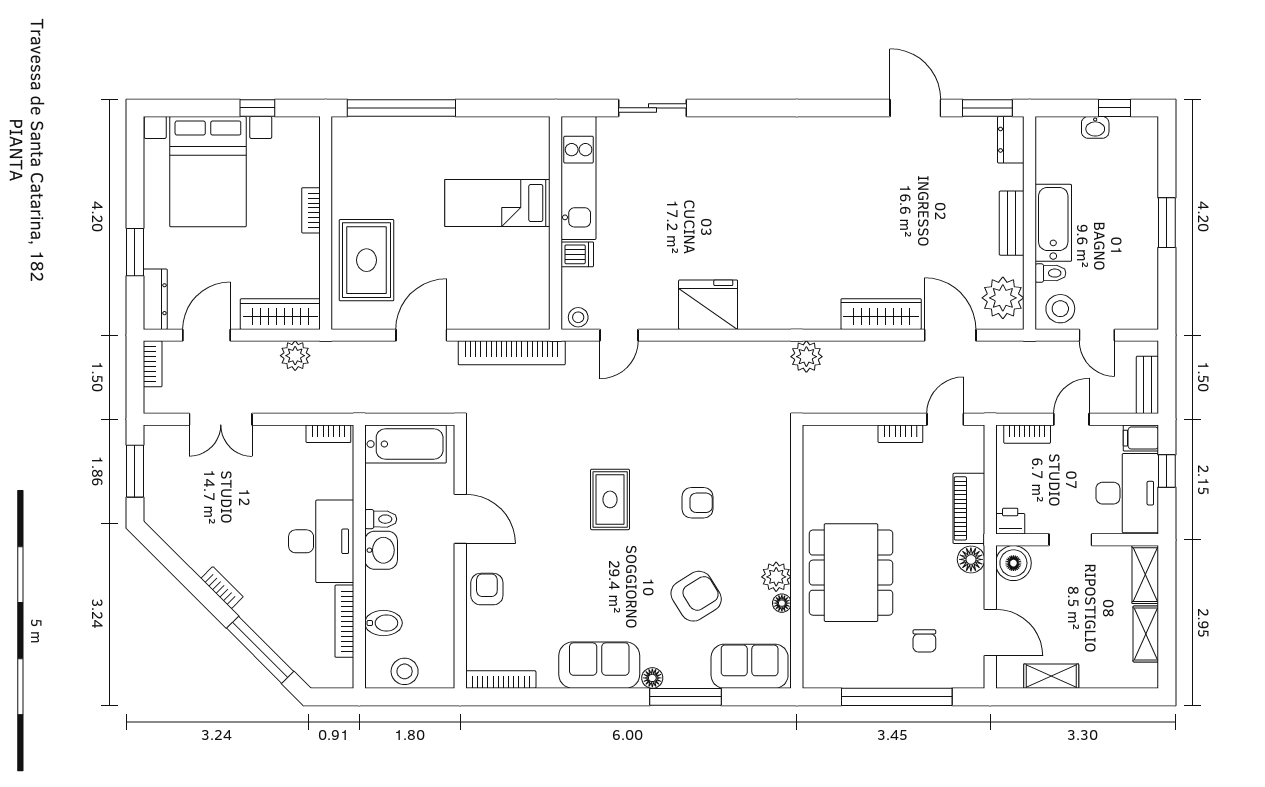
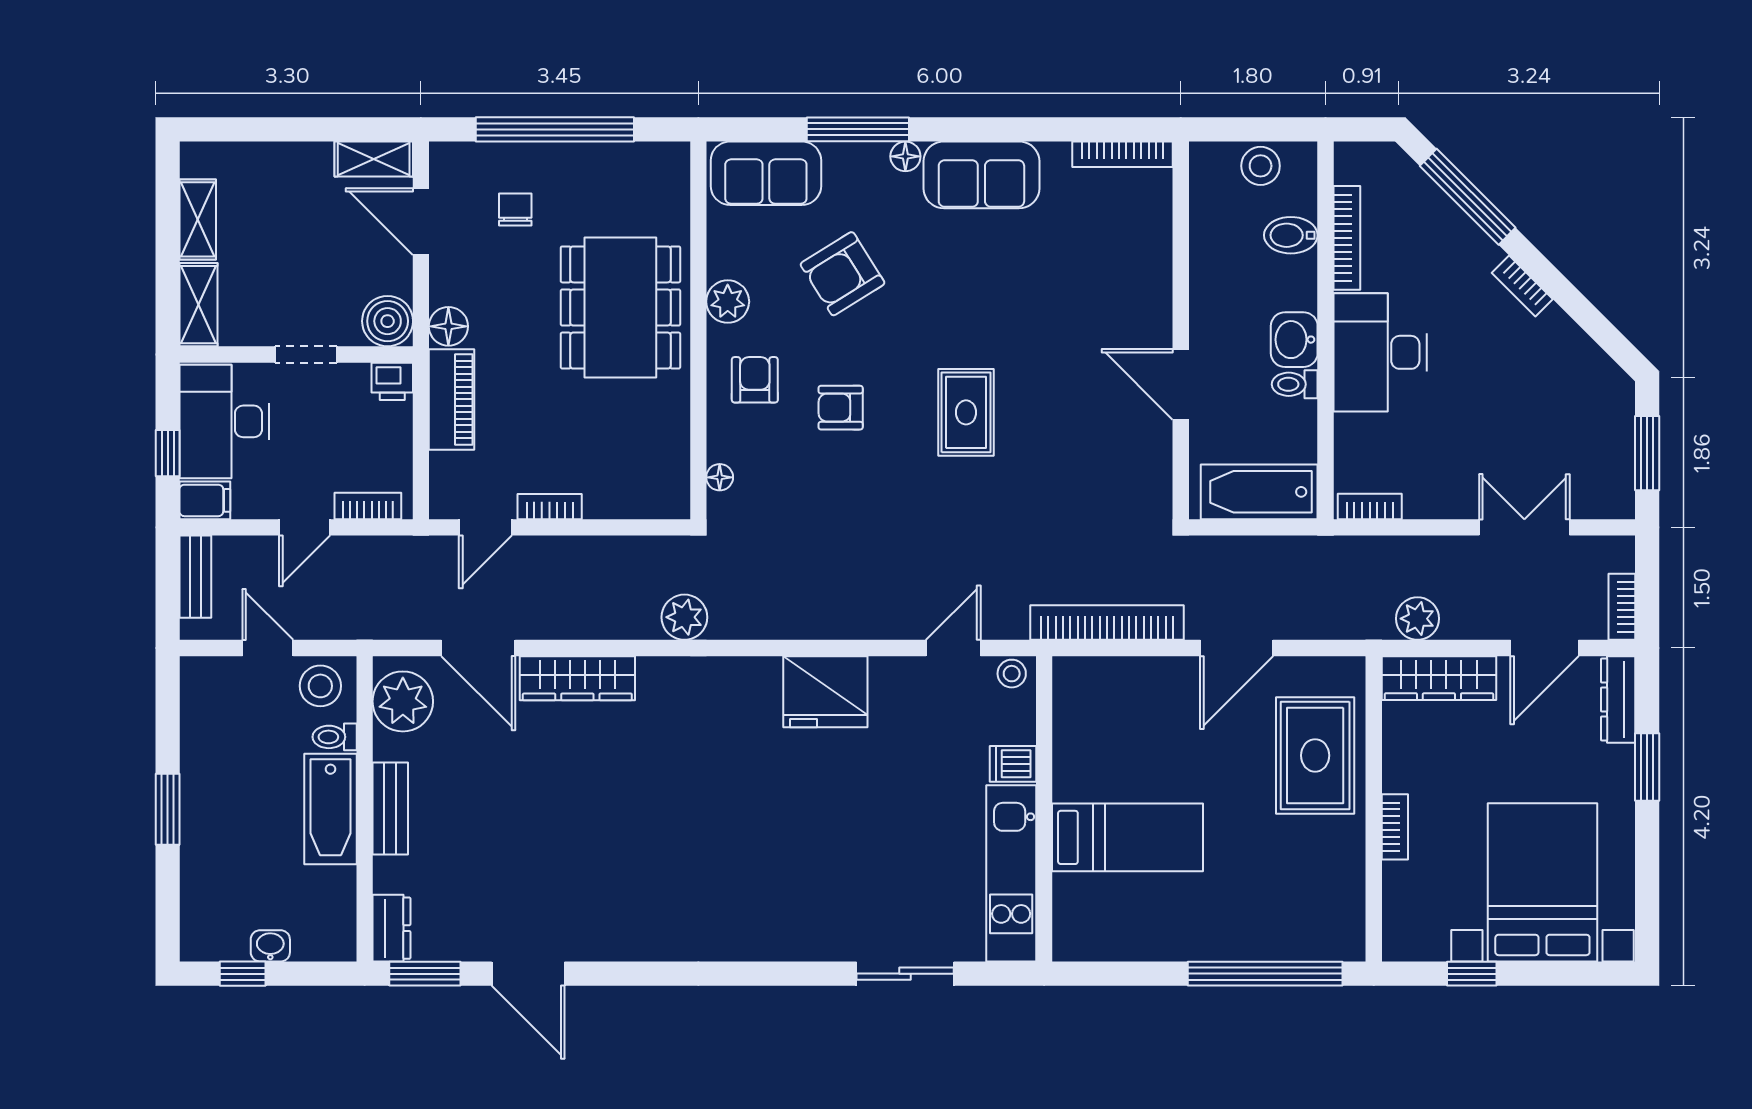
armchair: (487, 589) -> (755, 380), moved, turned 180
floor lamp: (782, 603) -> (720, 477), moved
shelving: (1051, 676) -> (374, 159), moved

